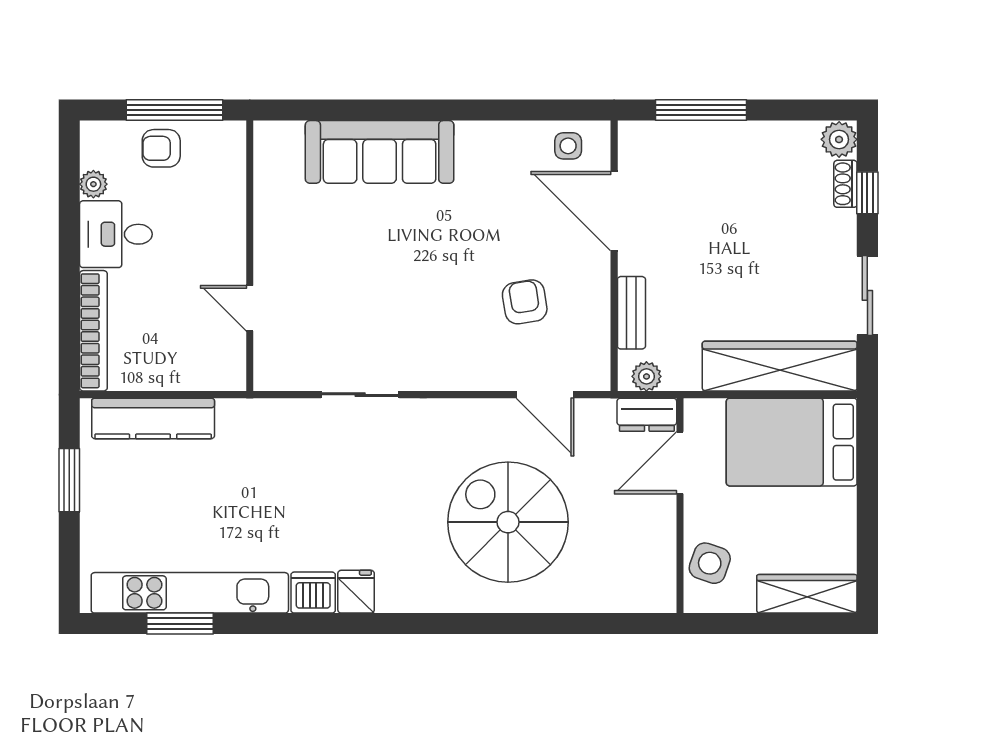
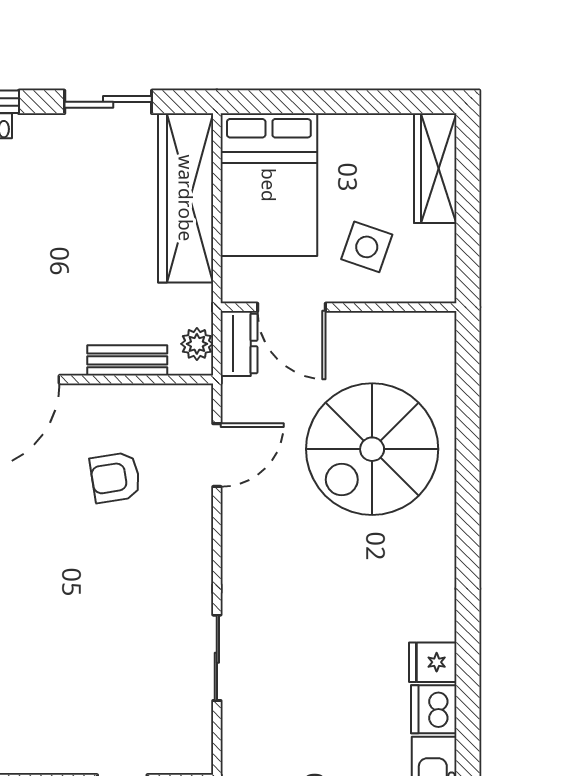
spiral stairs: (508, 522) -> (372, 449), moved
side table: (710, 563) -> (367, 247), moved

